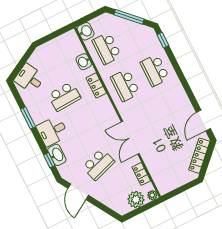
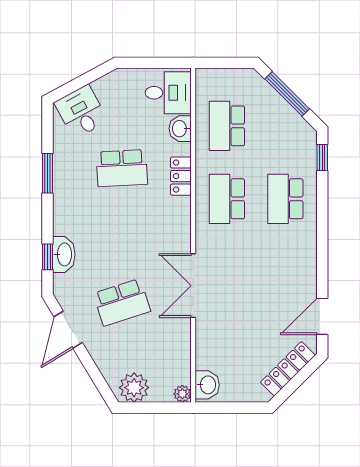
washbasin: (86, 31) -> (207, 385), moved
desk: (52, 131) -> (168, 93), moved, turned 180
locker: (141, 174) -> (182, 351), removed
plant: (136, 199) -> (134, 388), moved

